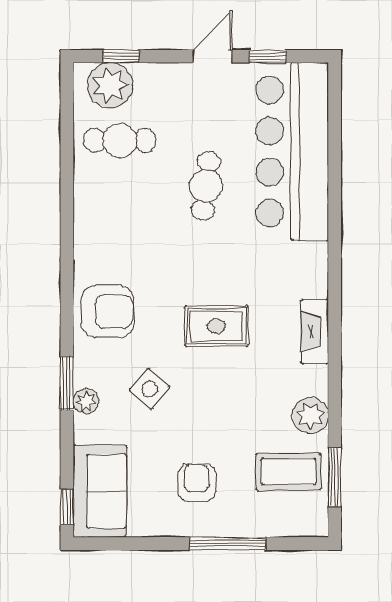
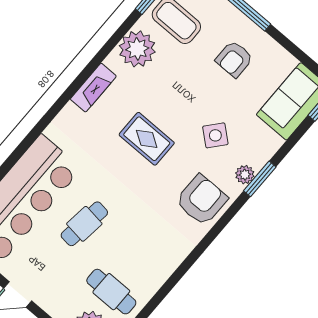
armchair: (108, 311) -> (202, 200), turned 90
plant: (86, 401) -> (245, 175), moved
plant: (310, 416) -> (137, 49), width x1.36, depth x1.36

